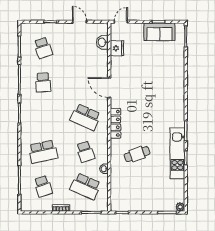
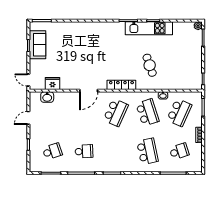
school desk: (85, 152) -> (147, 112), width x1.85

